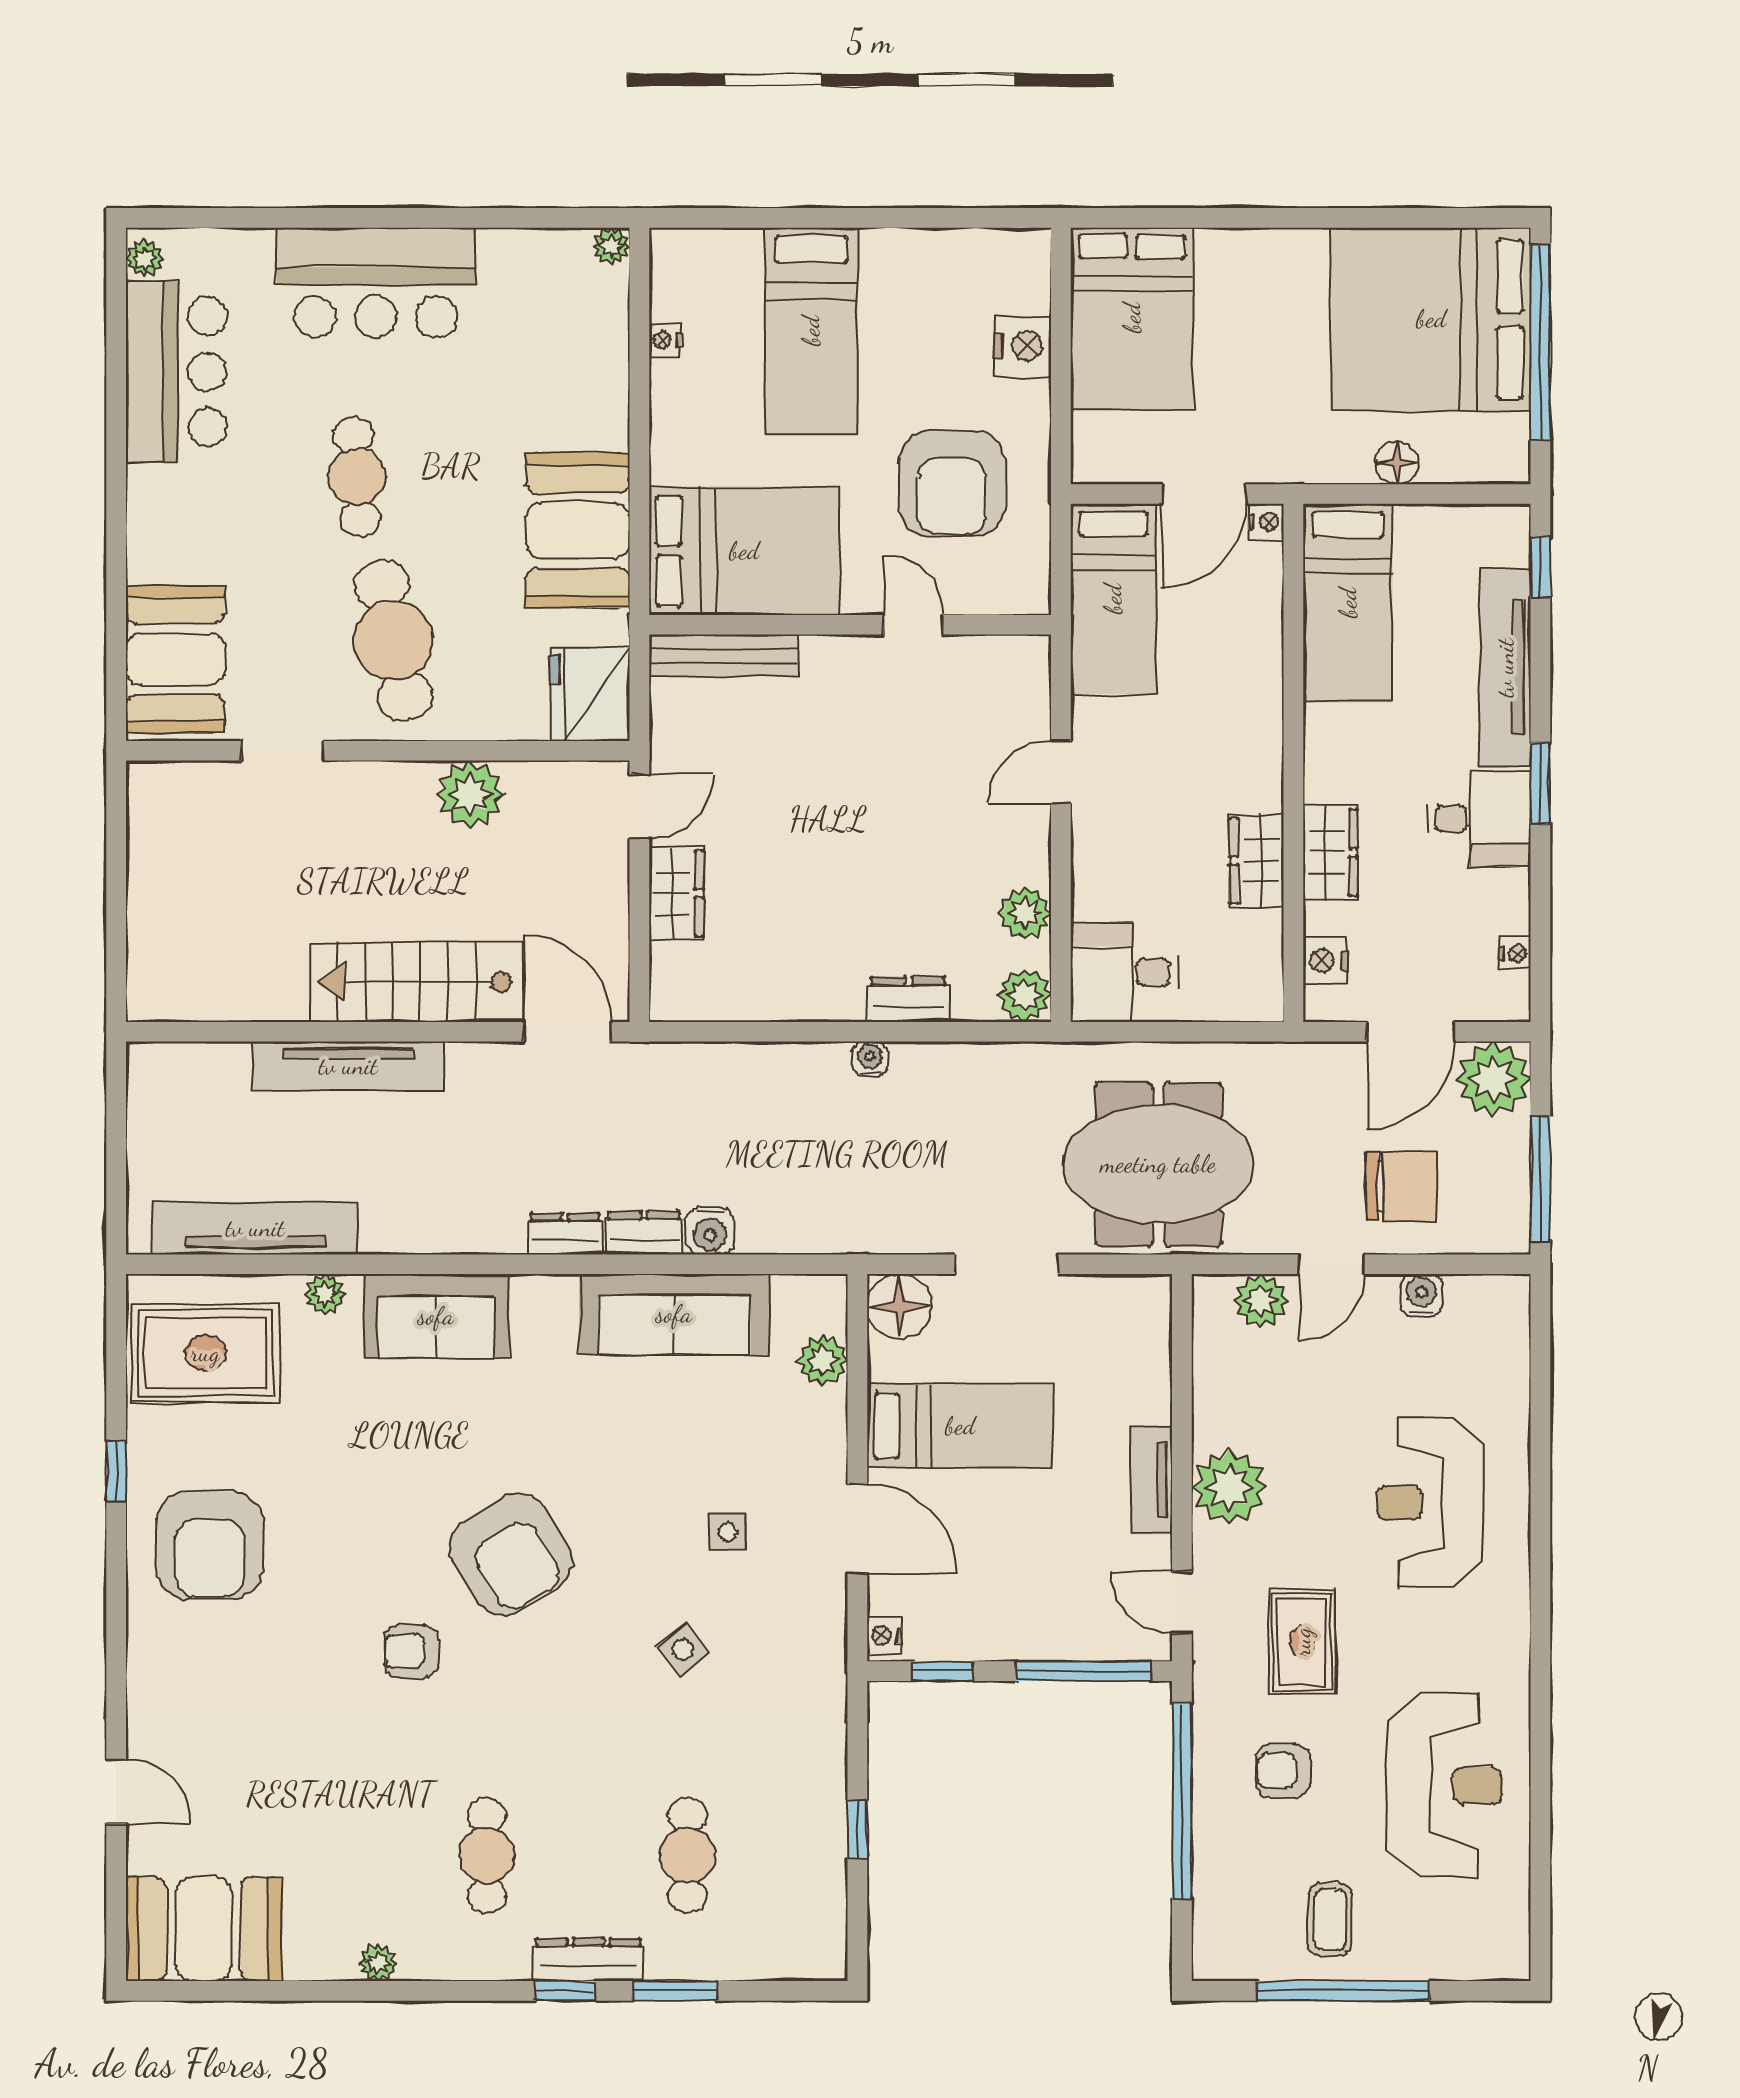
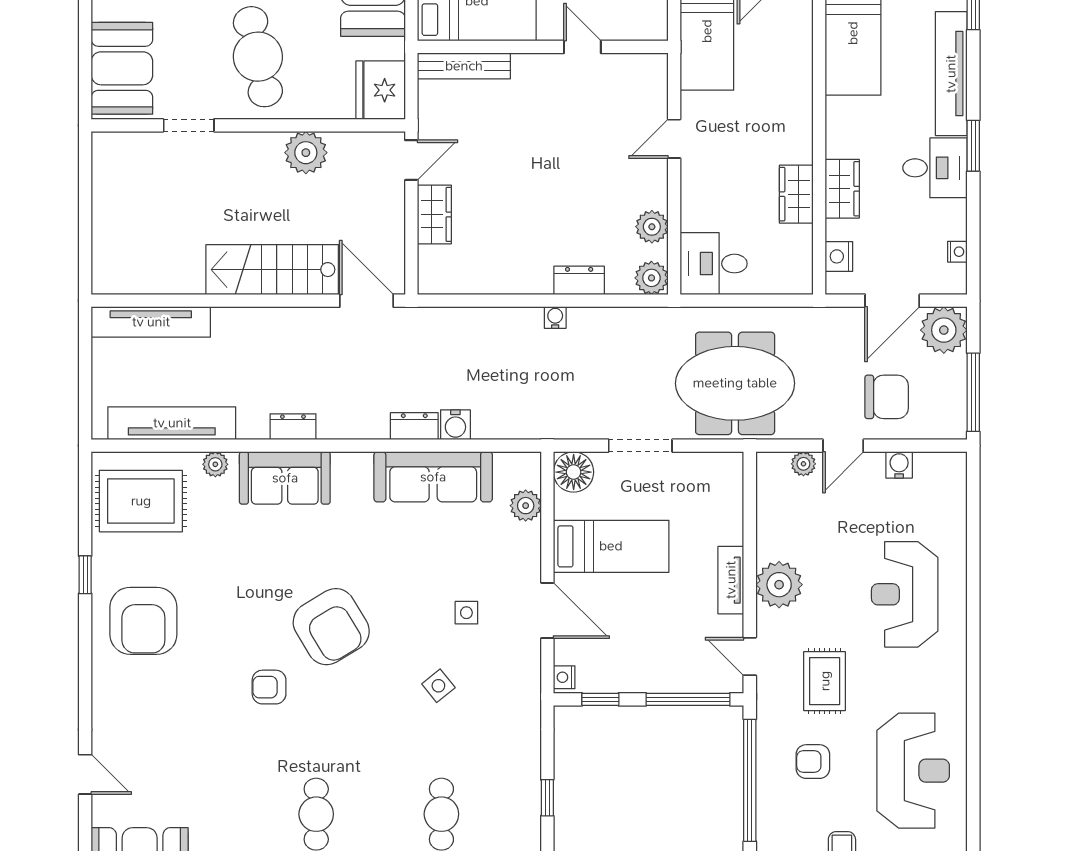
tv unit: (348, 1066) -> (151, 322), moved
dresser: (565, 1234) -> (293, 427), moved
plant: (1261, 1301) -> (803, 464), width x0.73, depth x0.73

